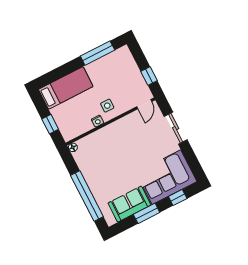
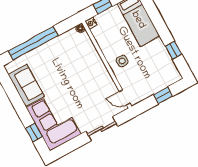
window: (98, 53) -> (174, 50), width x0.46
window: (149, 76) -> (163, 95), moved
nightstand: (98, 121) -> (91, 23), moved
window: (147, 213) -> (17, 102), removed

